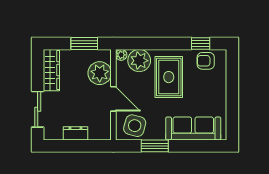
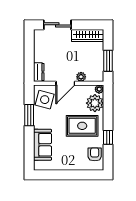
window: (201, 43) -> (108, 137), moved
plant: (100, 73) -> (81, 77), width x0.53, depth x0.53
sofa: (193, 128) -> (43, 145), width x0.73
dresser: (75, 133) -> (39, 72), moved

